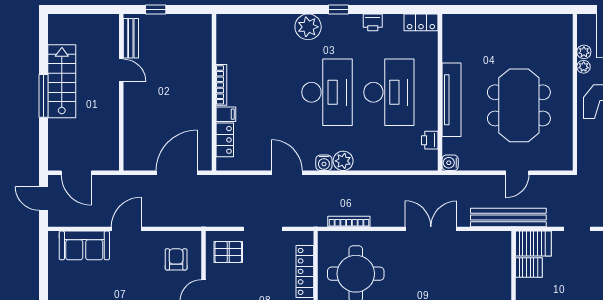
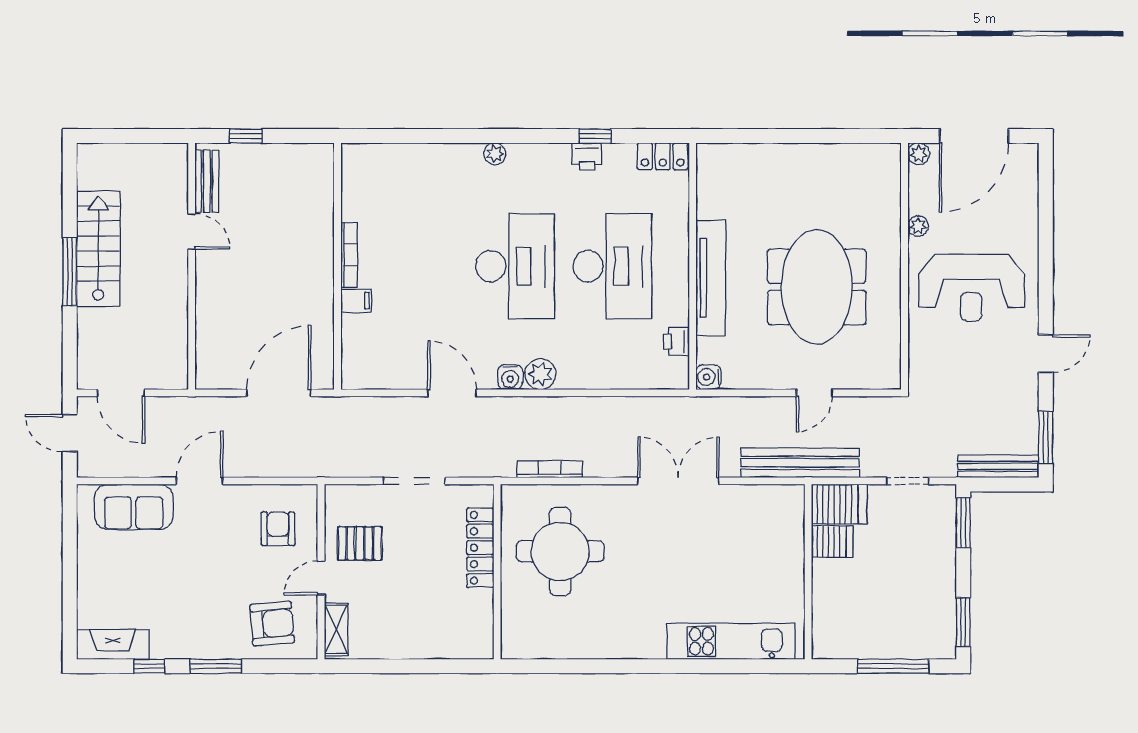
window: (339, 9) -> (595, 136), moved
plant: (308, 27) -> (495, 154), width x0.53, depth x0.53
plant: (584, 52) -> (919, 154), moved
locker: (225, 140) -> (354, 341), removed
pallet: (228, 252) -> (360, 543), moved

